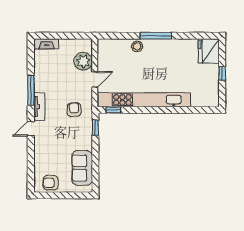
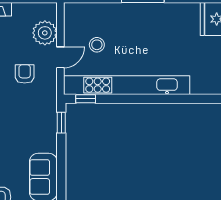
stool: (137, 46) -> (97, 45), moved
armchair: (74, 110) -> (25, 74), moved

